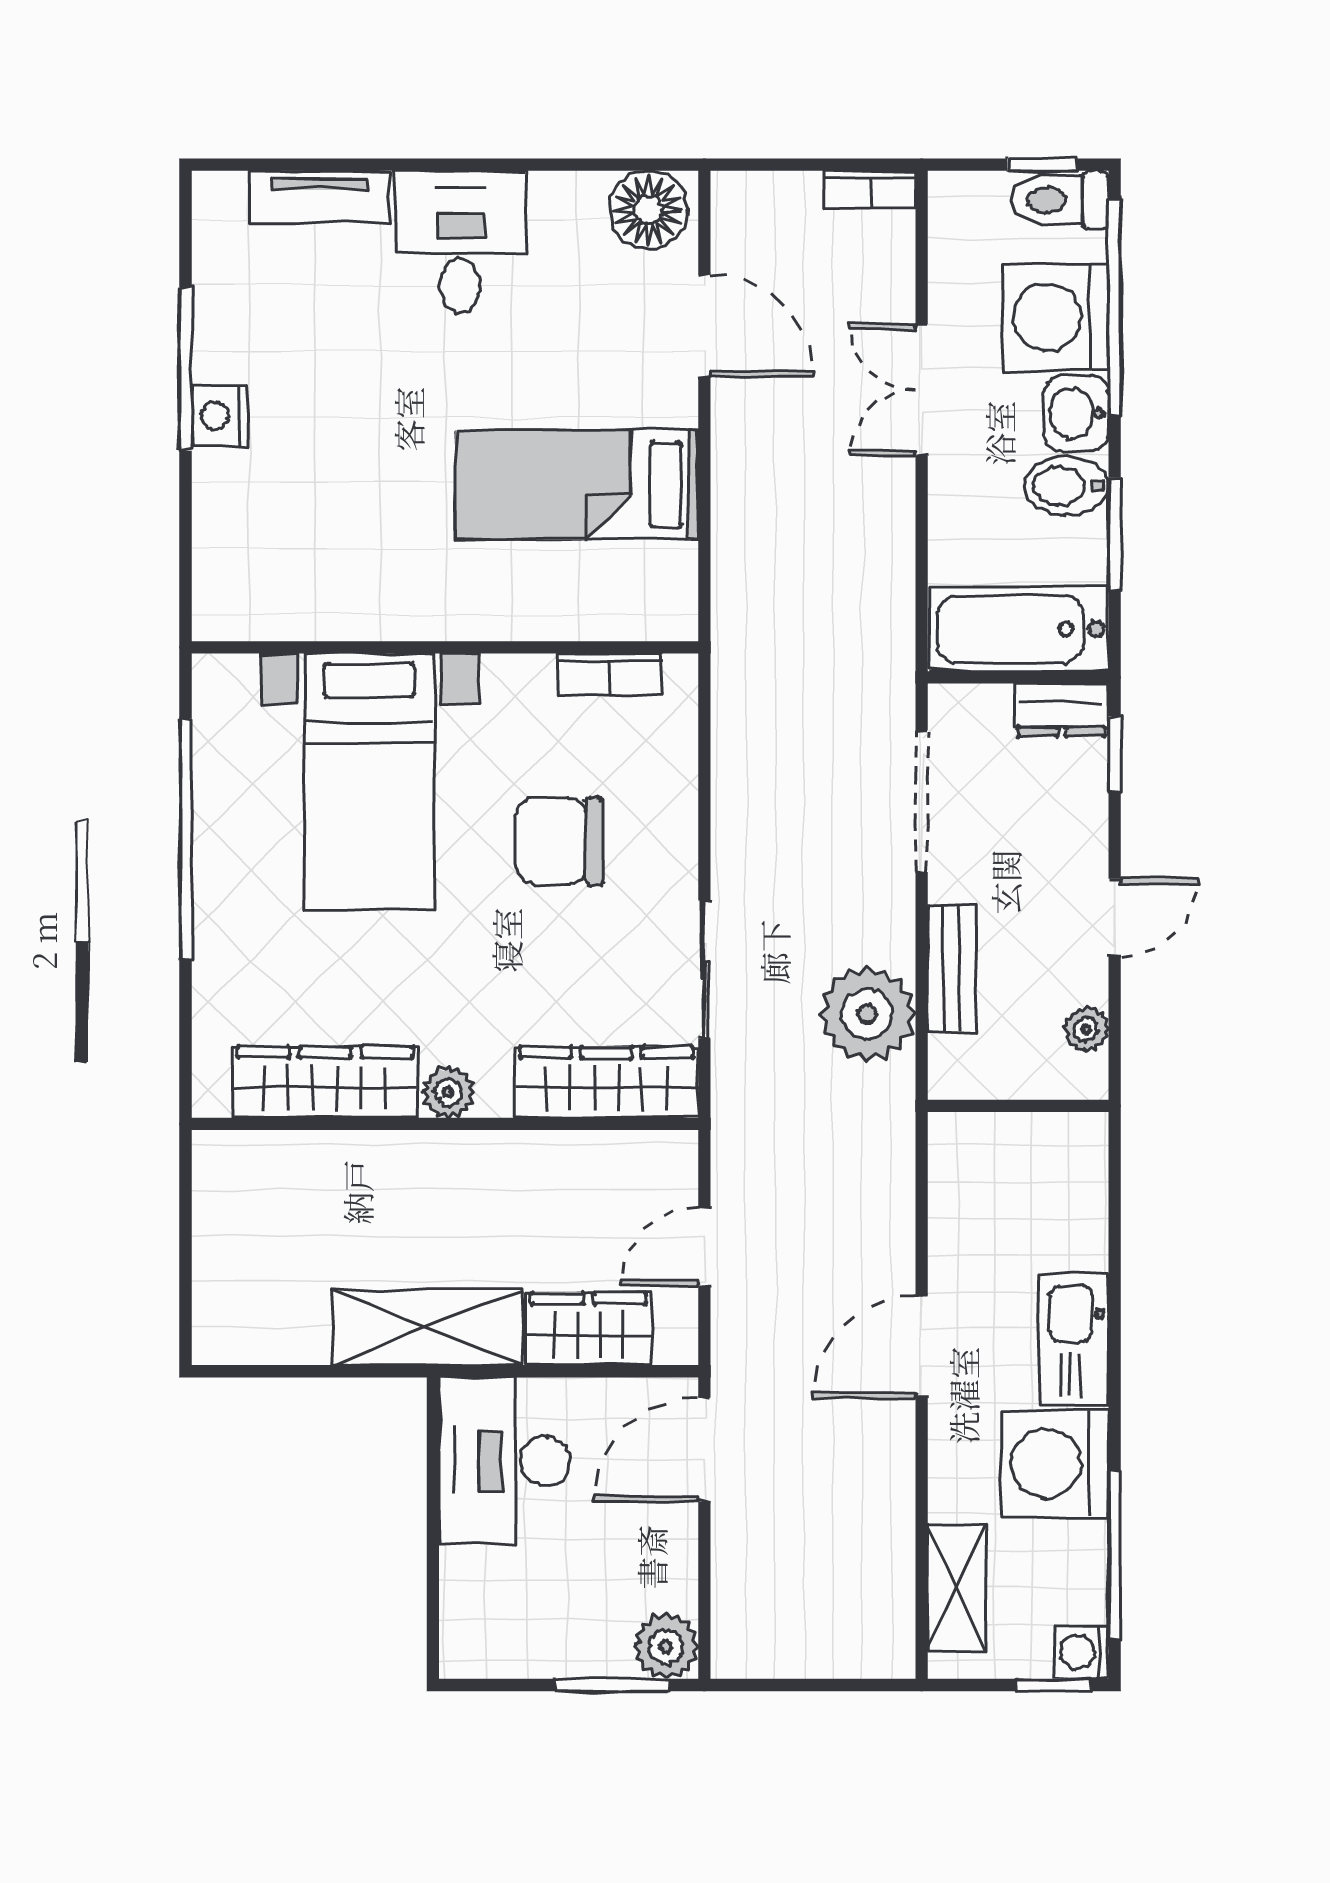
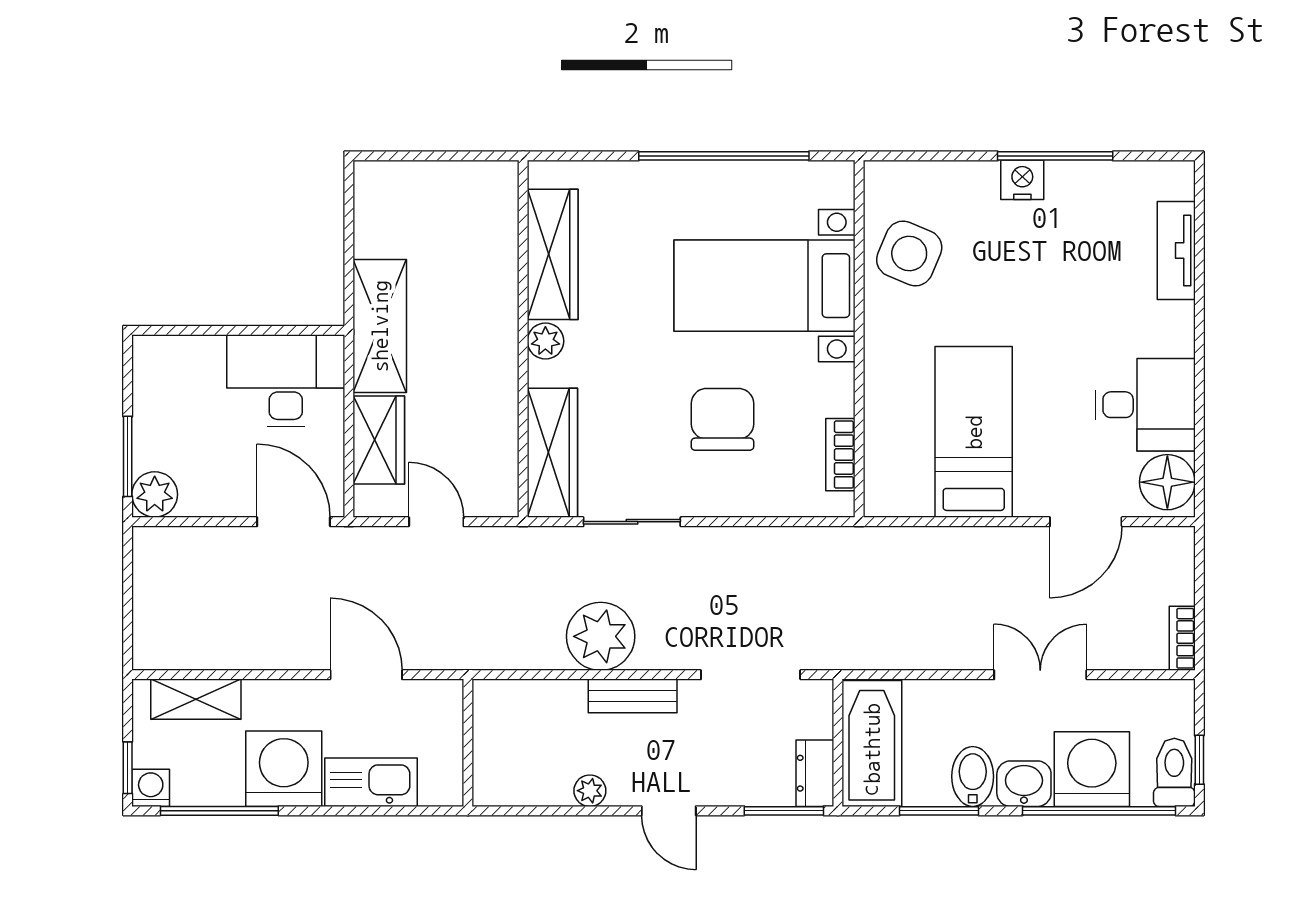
desk: (460, 242) -> (1145, 405), moved
side table: (324, 576) -> (909, 253), added
window: (1115, 754) -> (784, 811), width x1.50
wall: (1018, 1106) -> (468, 743), moved

